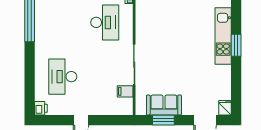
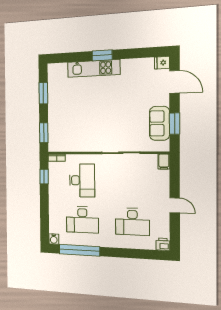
desk: (63, 22) -> (82, 220), added
desk: (105, 22) -> (82, 180), turned 90
filing cabinet: (125, 91) -> (164, 162), moved

